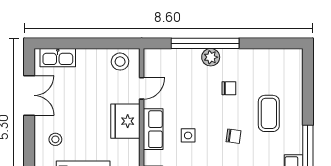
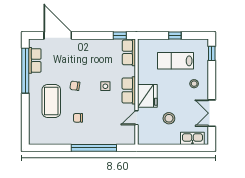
plant: (211, 57) -> (90, 139), removed
stool: (120, 62) -> (169, 118), moved
coffee table: (269, 113) -> (51, 101), width x1.36, depth x1.32

